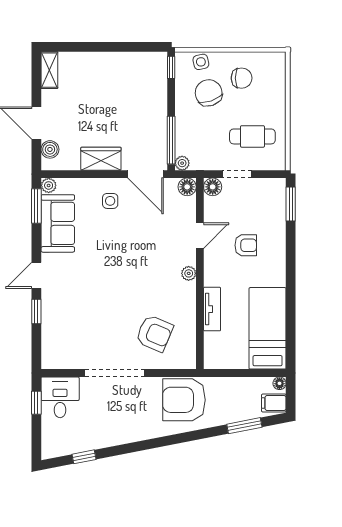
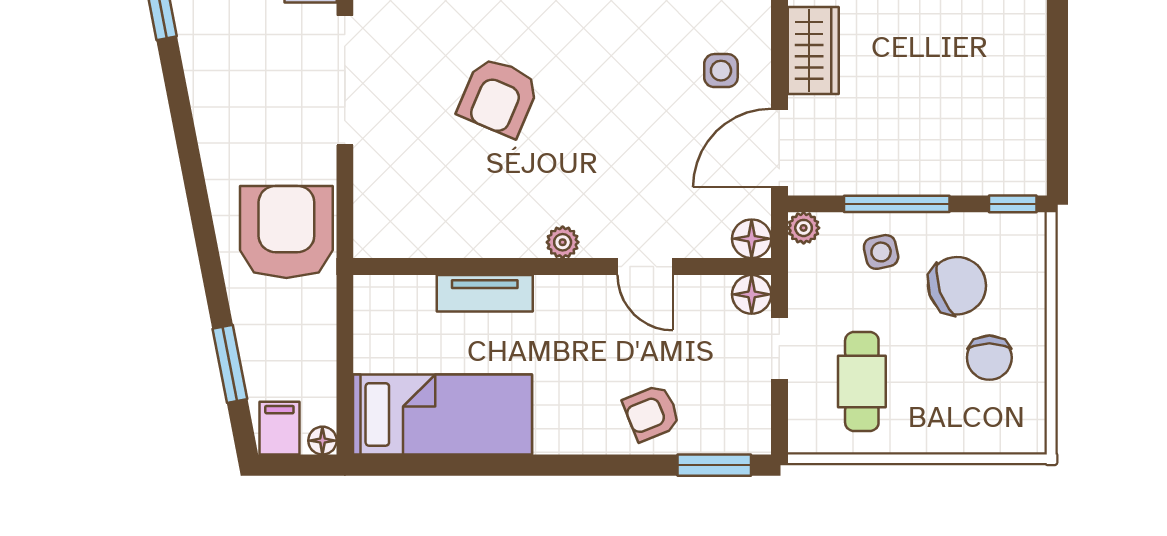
side table: (201, 62) -> (881, 252), moved
window: (171, 140) -> (897, 204), moved
armchair: (246, 245) -> (652, 413), moved, turned 68
armchair: (154, 333) -> (498, 97), moved

